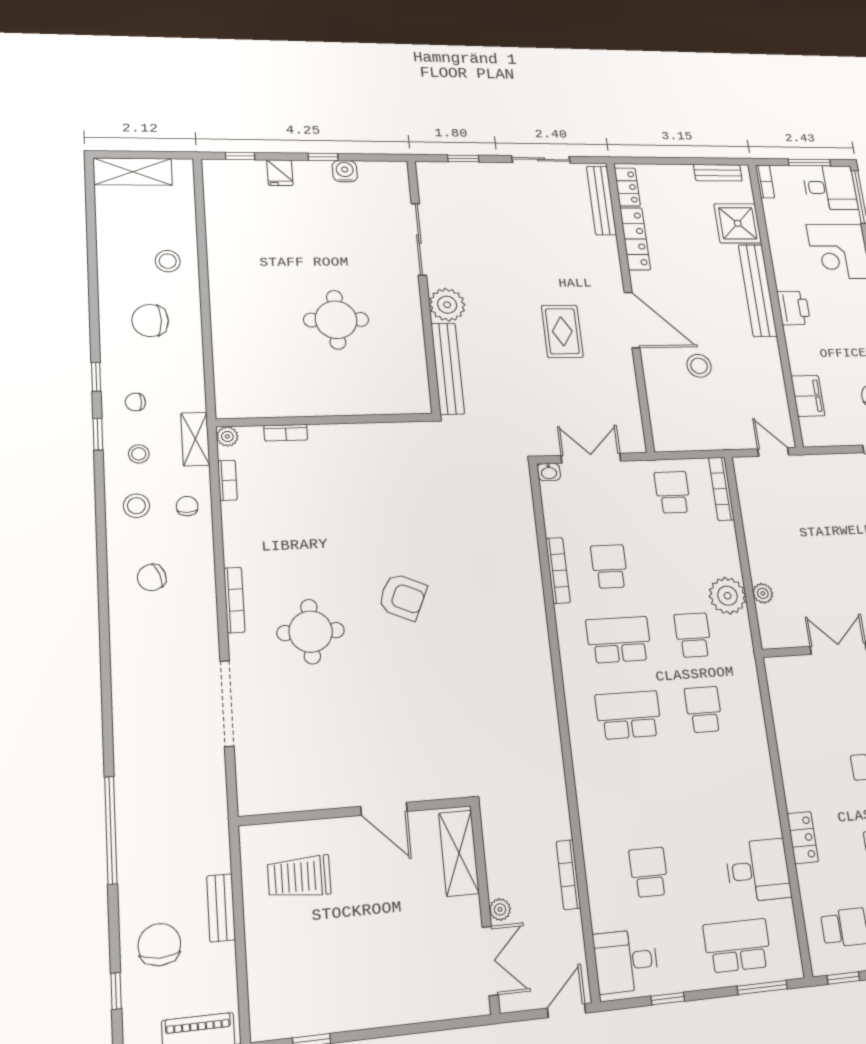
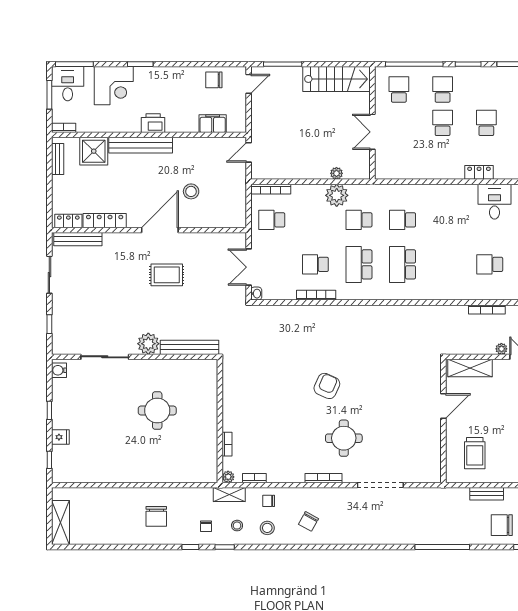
water cooler: (345, 171) -> (59, 370), moved
stool: (168, 261) -> (119, 505), removed
chair: (152, 577) -> (309, 521), turned 49

